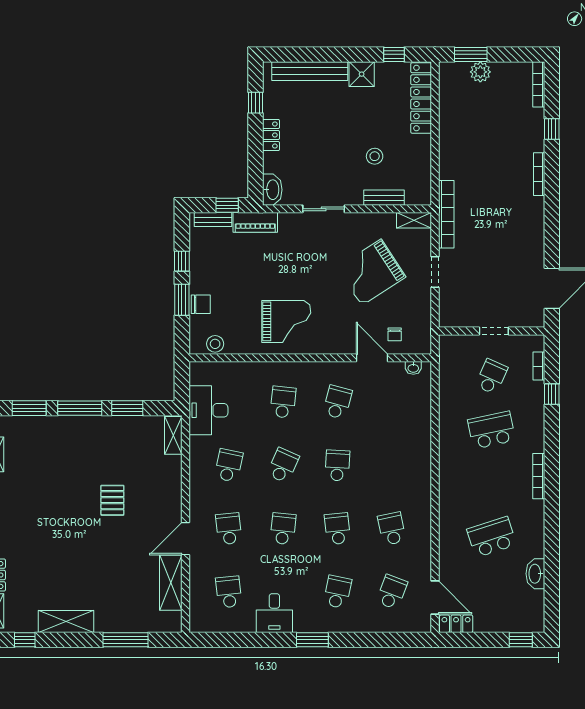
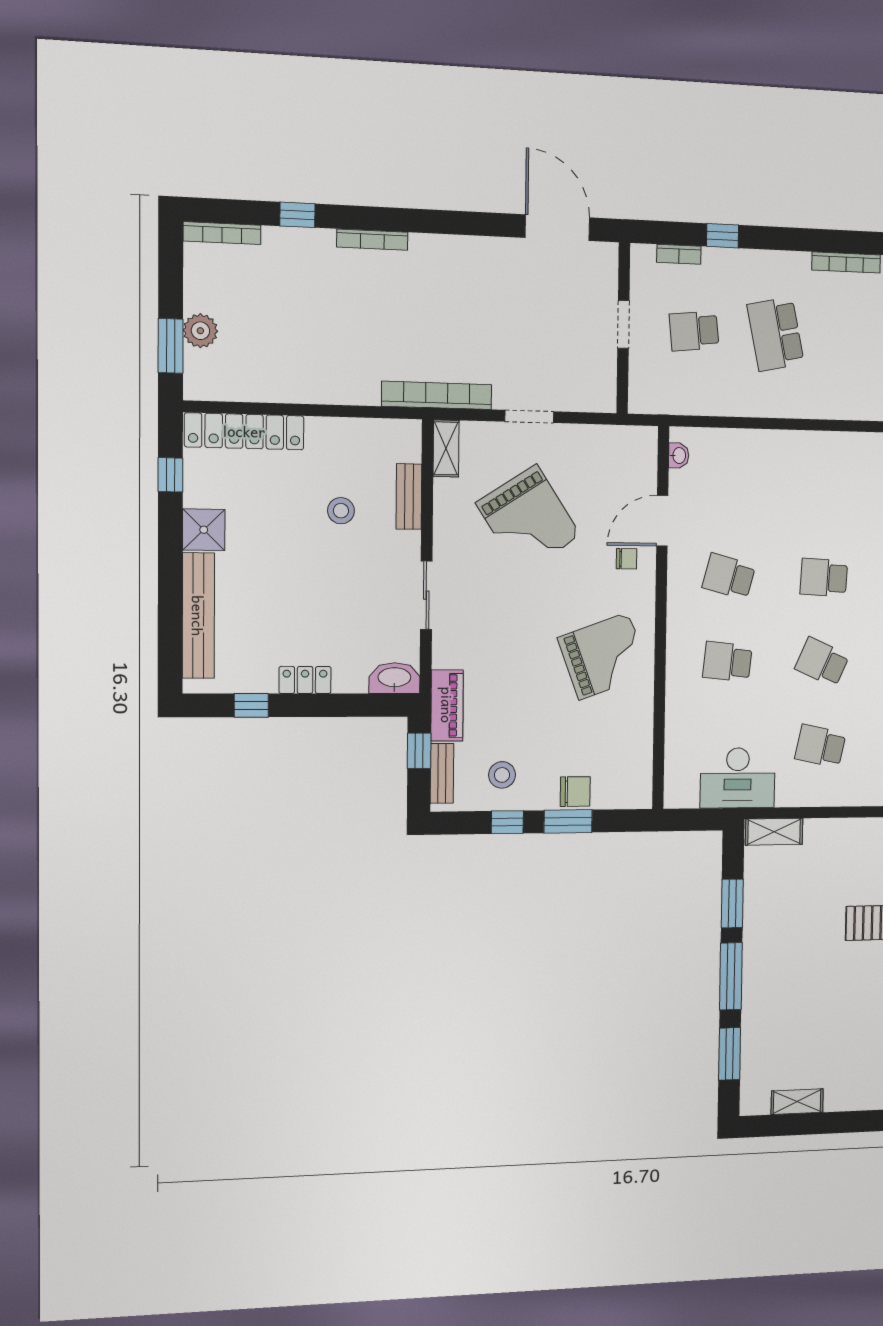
chair: (201, 304) -> (575, 792), turned 90
grand piano: (286, 321) -> (604, 656), turned 70
chair: (395, 334) -> (627, 559), moved
stool: (215, 344) -> (502, 775), moved
school desk: (492, 377) -> (694, 331), turned -30

